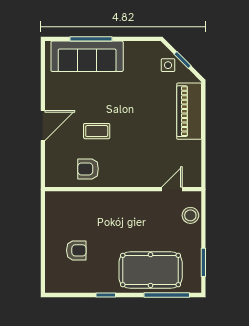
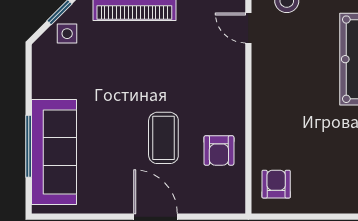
coffee table: (97, 131) -> (163, 138), width x1.36, depth x1.30
armchair: (76, 250) -> (276, 184), moved

